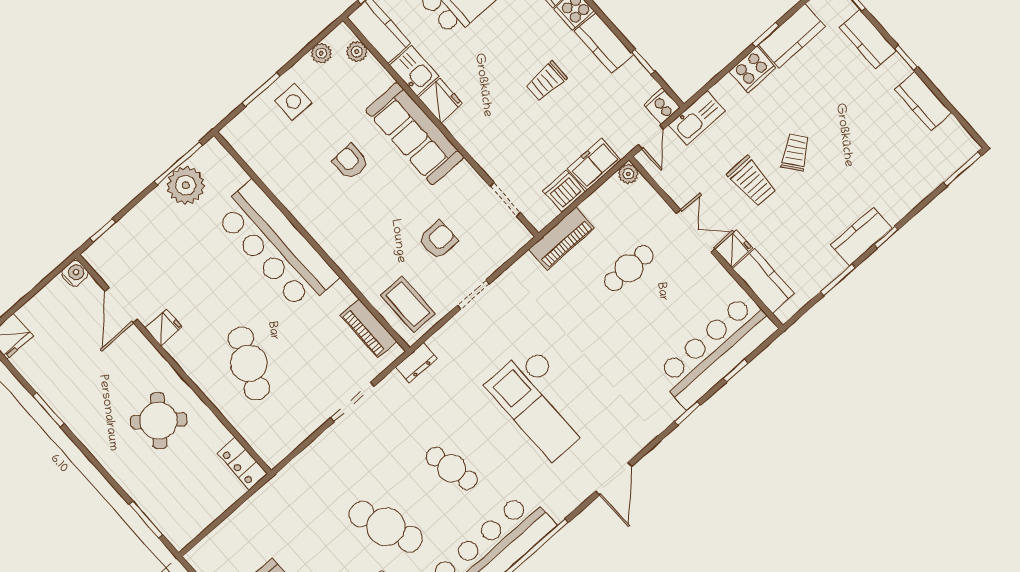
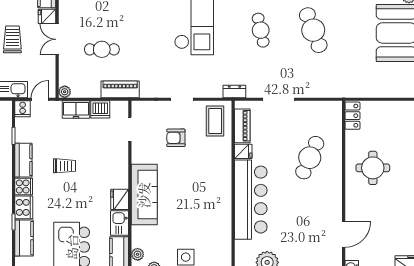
armchair: (350, 162) -> (184, 208), removed
fridge: (164, 327) -> (243, 151), moved, turned 180
round table: (159, 421) -> (373, 168), turned -38

